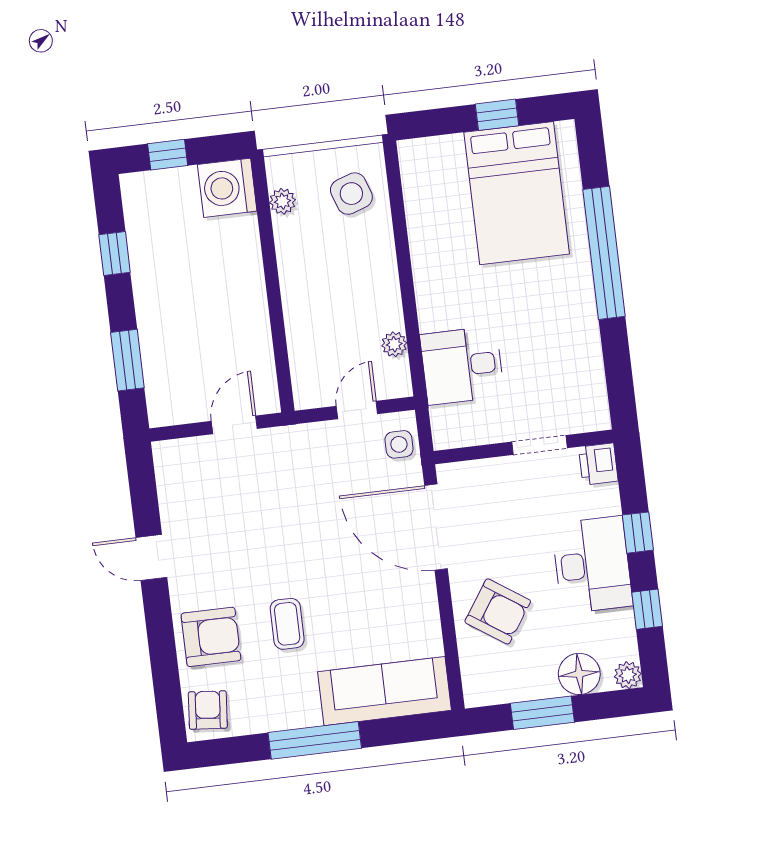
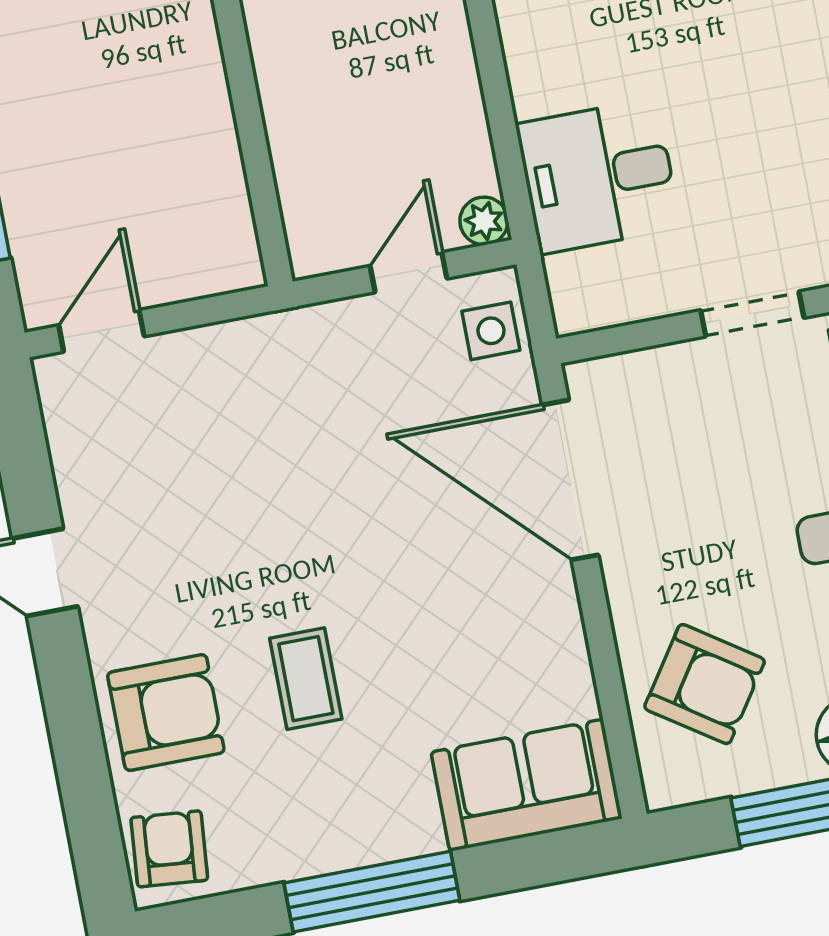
plant: (394, 344) -> (484, 221), moved
door: (234, 425) -> (101, 331), moved
armchair: (498, 611) -> (705, 684), moved
sofa: (385, 691) -> (527, 785), width x0.73

